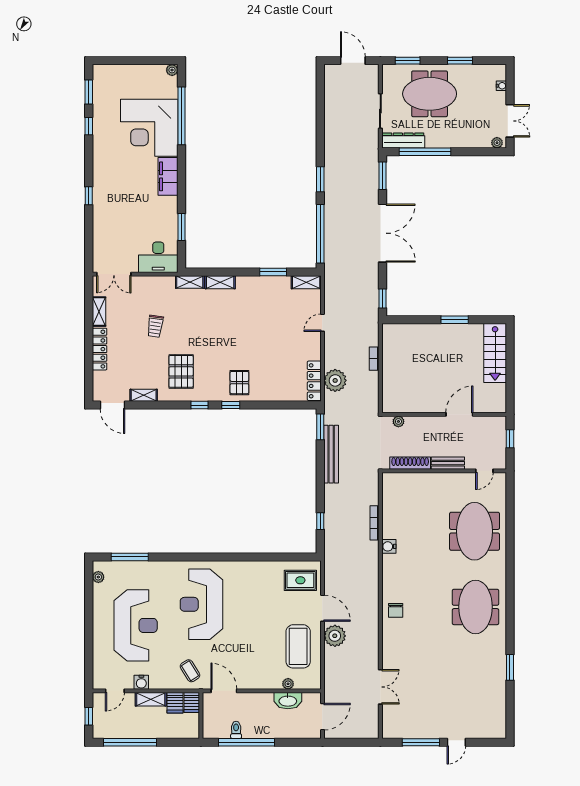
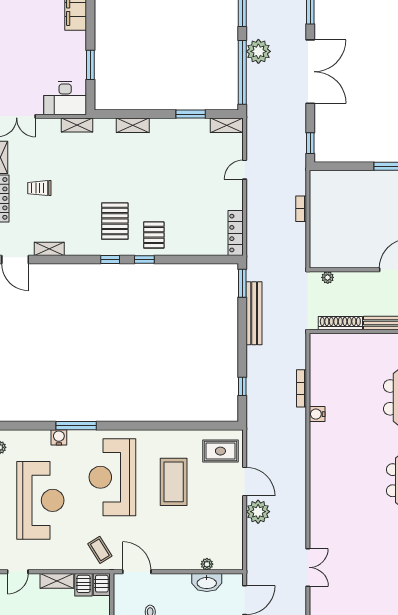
shelving: (190, 282) -> (77, 125), moved
trolley: (155, 326) -> (39, 188), moved, turned 82
pallet: (181, 371) -> (115, 221), moved
plant: (335, 380) -> (258, 51), moved
window: (130, 557) -> (76, 426), moved
chair: (396, 610) -> (324, 484), removed
coffee table: (298, 646) -> (174, 482), moved
water cooler: (141, 682) -> (59, 437), moved, turned 180

